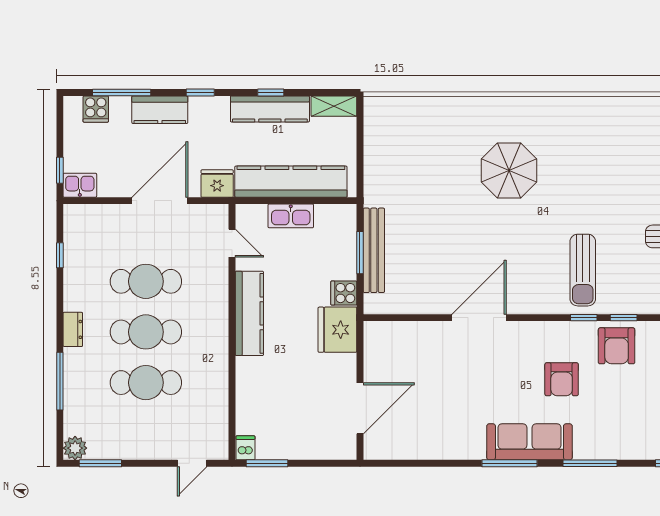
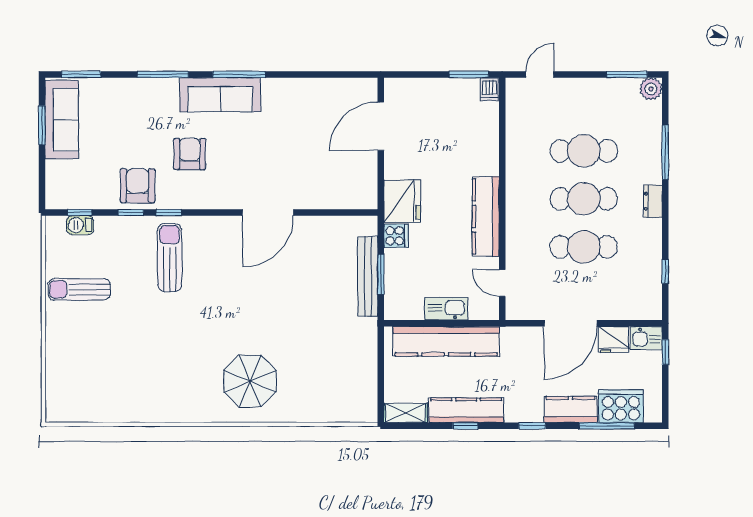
cooker: (96, 109) -> (621, 406), width x1.87, depth x1.31
parasol: (509, 170) -> (250, 381), moved
fridge: (217, 184) -> (614, 340), moved

